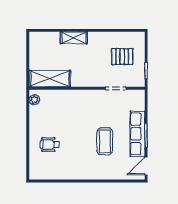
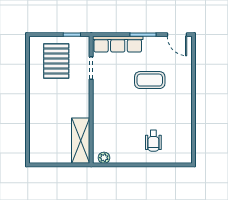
shelving: (74, 38) -> (36, 114), removed
pallet: (122, 57) -> (56, 61), width x1.50, depth x1.42
row of seats: (137, 134) -> (118, 44), moved

